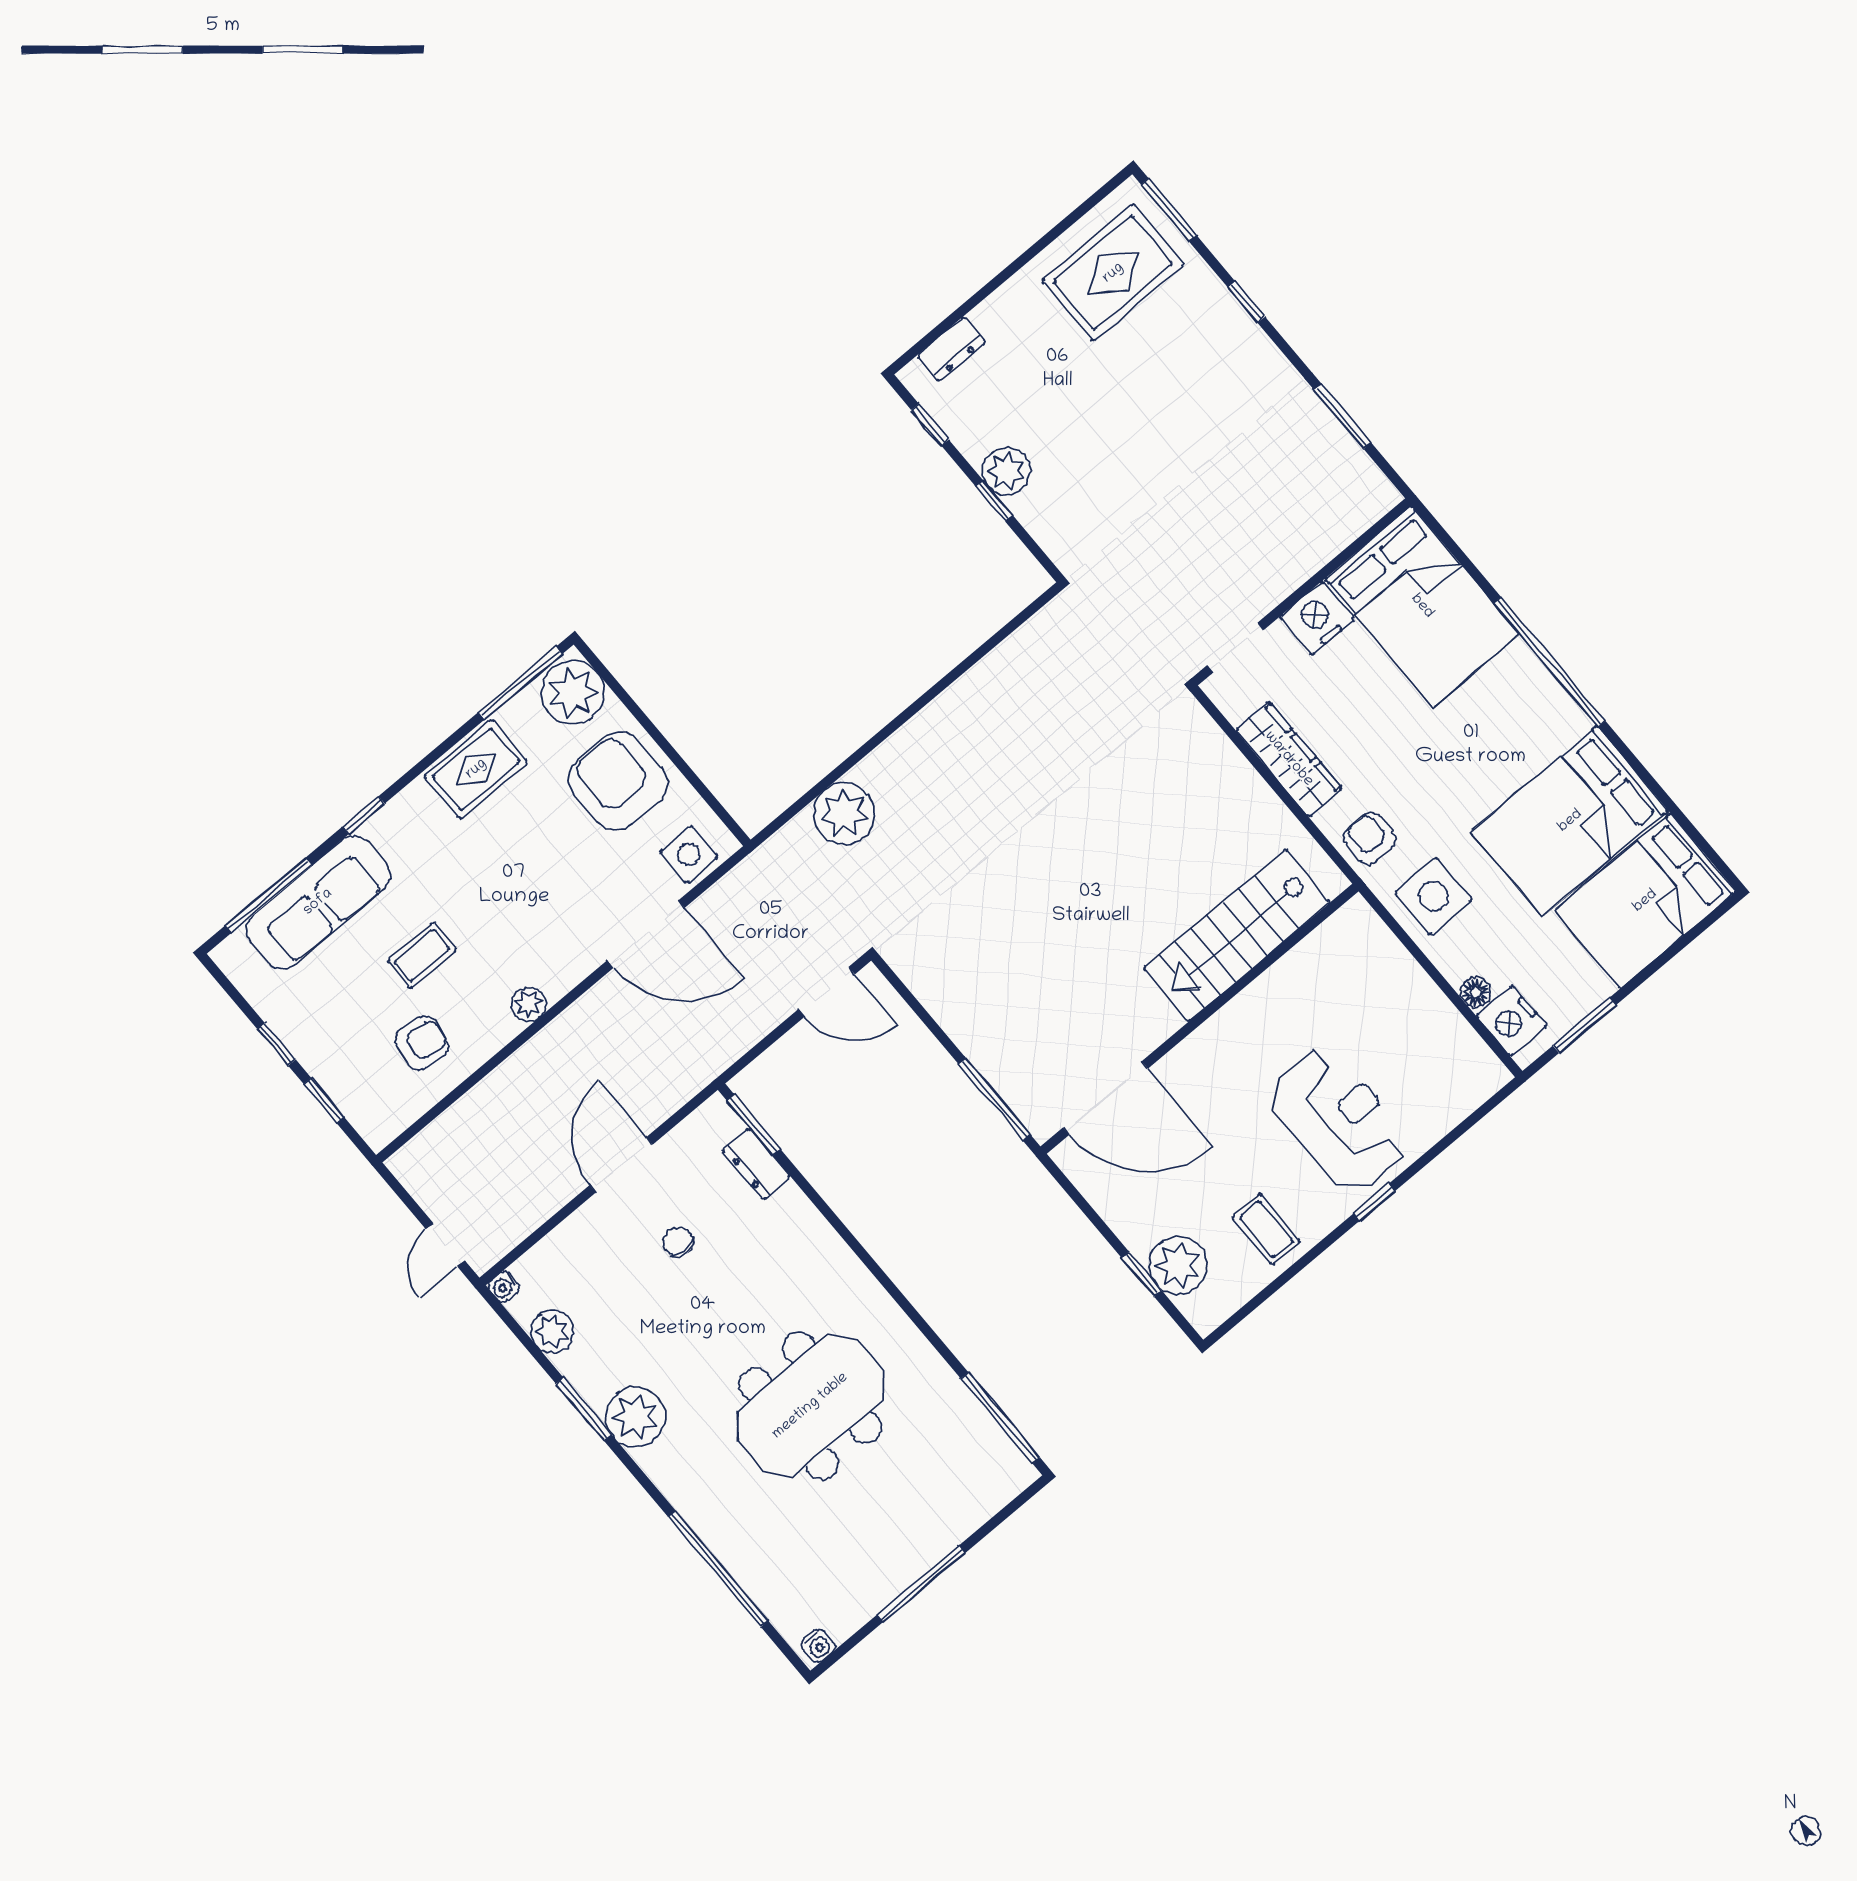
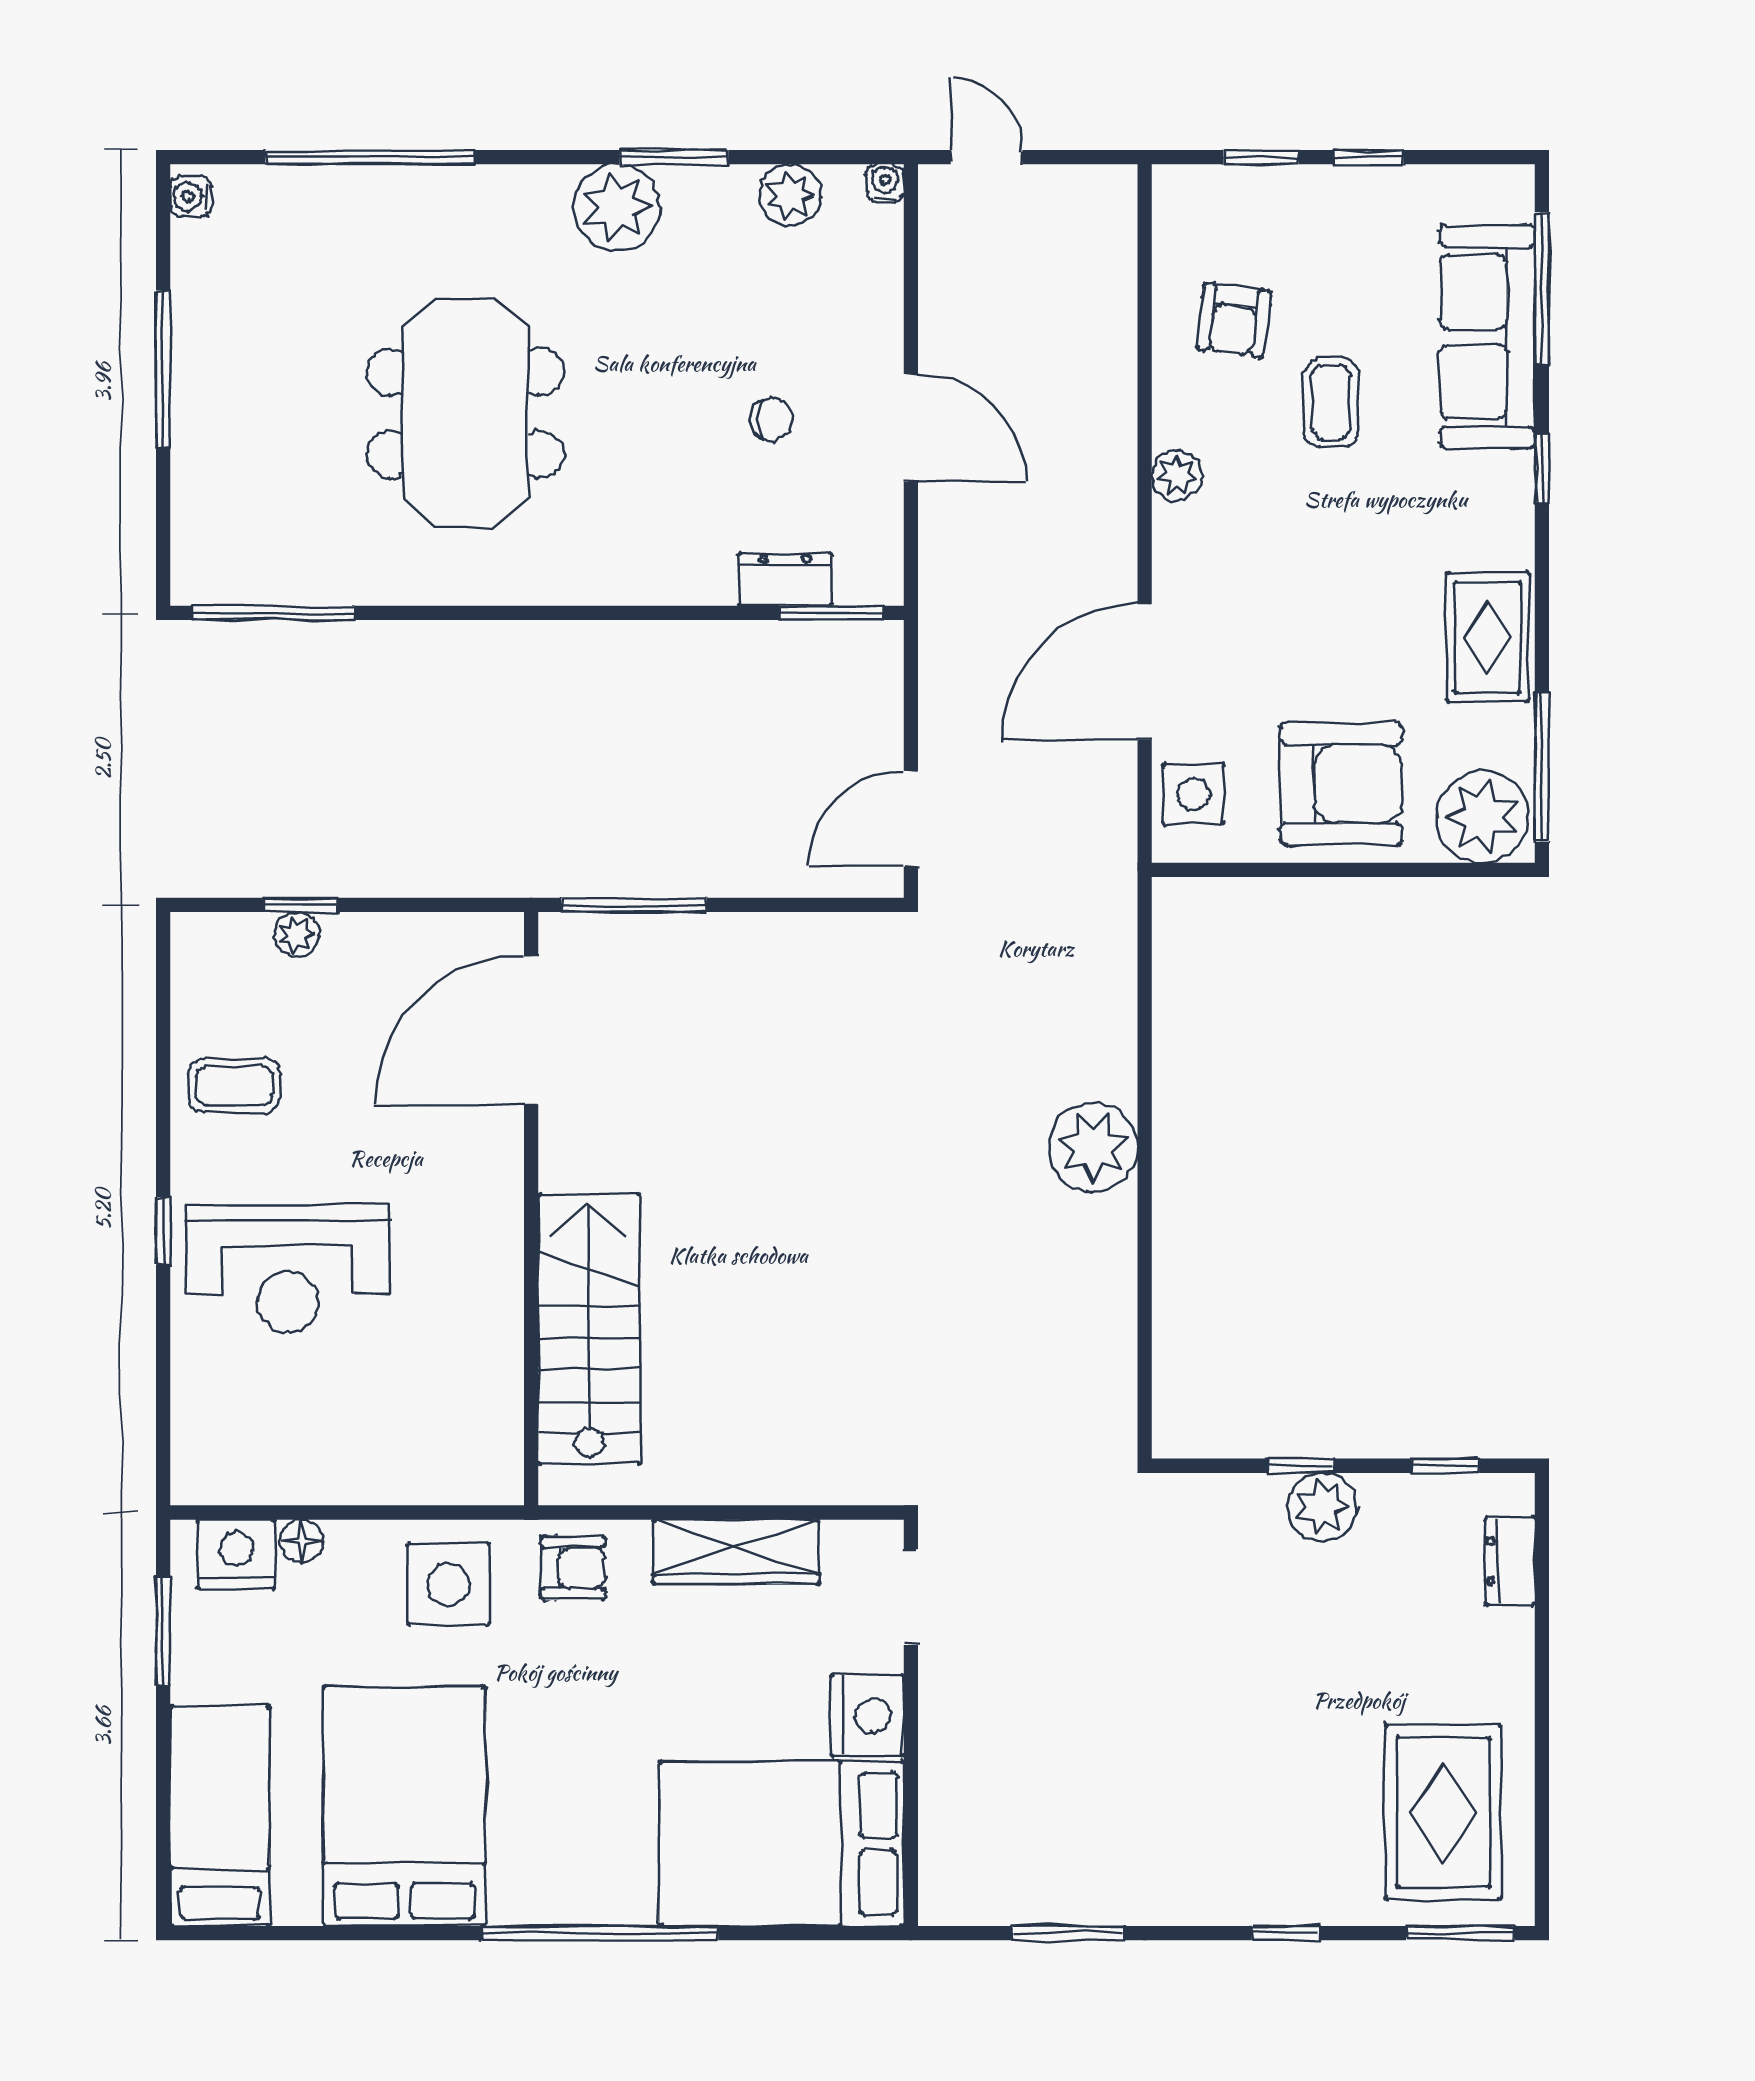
plant: (844, 814) -> (1093, 1147), moved
bed: (1645, 901) -> (220, 1816), width x0.67
plant: (1178, 1265) -> (296, 934), width x0.53, depth x0.53

